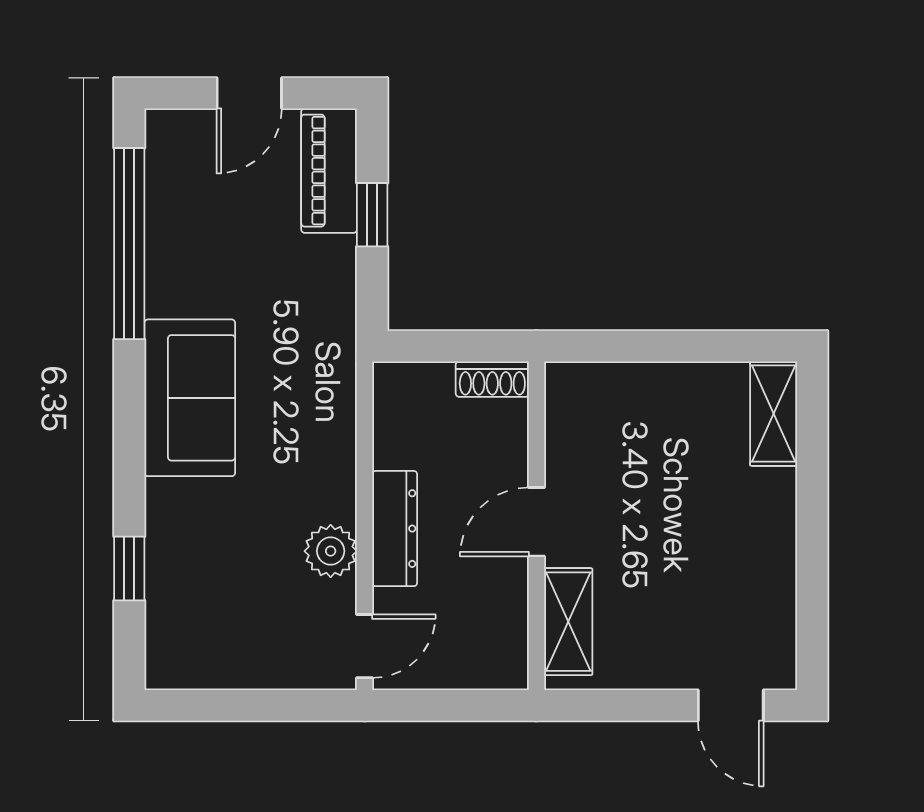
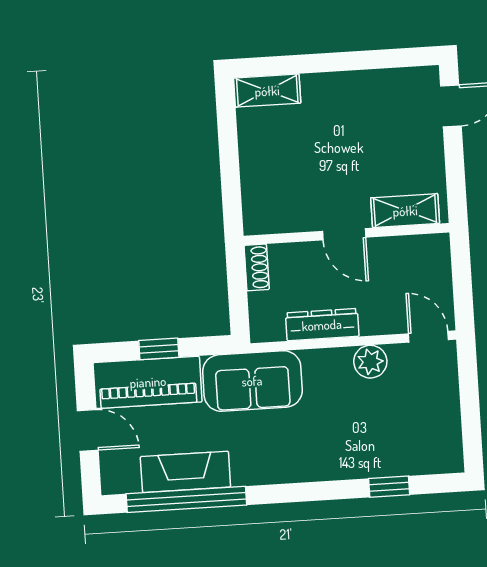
piano: (329, 171) -> (148, 382), width x1.37, depth x1.33
fireplace: (173, 245) -> (185, 472), added
sofa: (190, 398) -> (252, 381), moved, turned 180
dresser: (395, 529) -> (322, 325), moved

